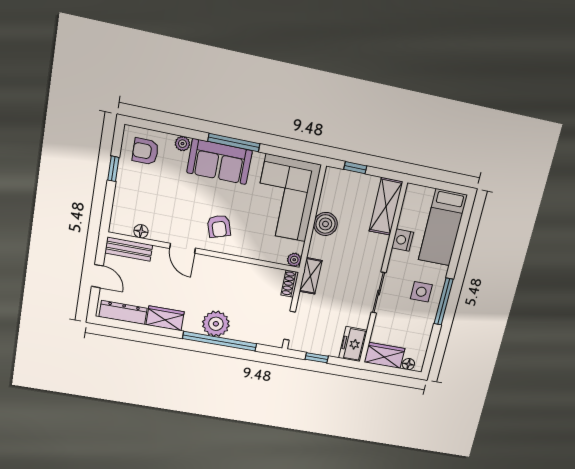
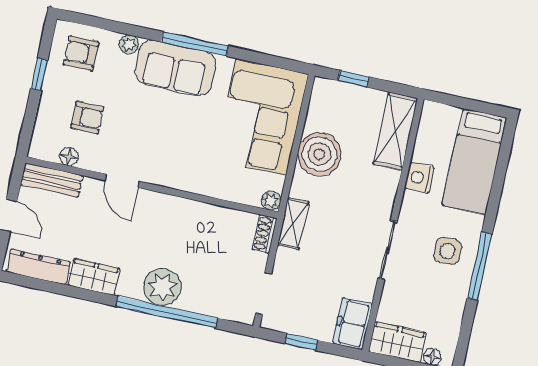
boiler: (326, 224) -> (319, 154), width x1.37, depth x1.37
armchair: (219, 226) -> (87, 118), moved, turned -72

